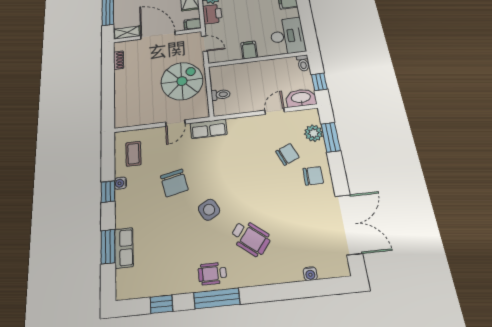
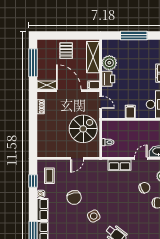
row of seats: (209, 129) -> (120, 165), moved
window: (108, 192) -> (33, 181), moved
row of seats: (123, 208) -> (43, 210), added

